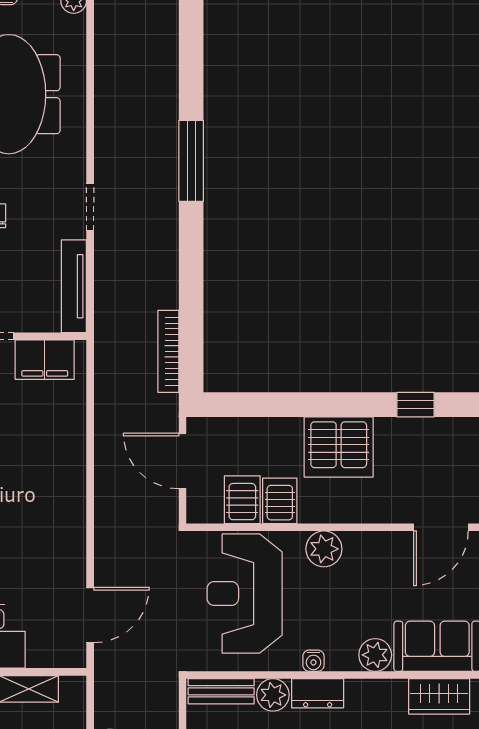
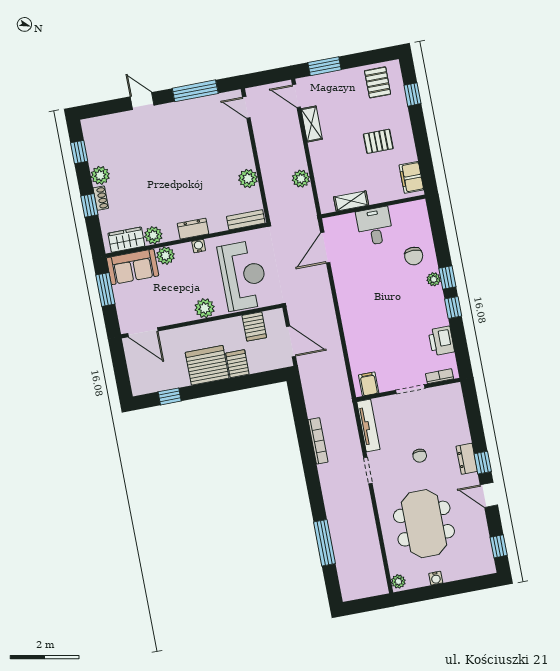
window: (191, 161) -> (324, 543), moved
bookcase: (168, 351) -> (318, 441), moved
filing cabinet: (45, 360) -> (369, 384), width x0.50
server rack: (280, 501) -> (237, 364), moved, turned 180
door: (441, 527) -> (143, 332), swing flipped
plant: (273, 695) -> (153, 235), moved

